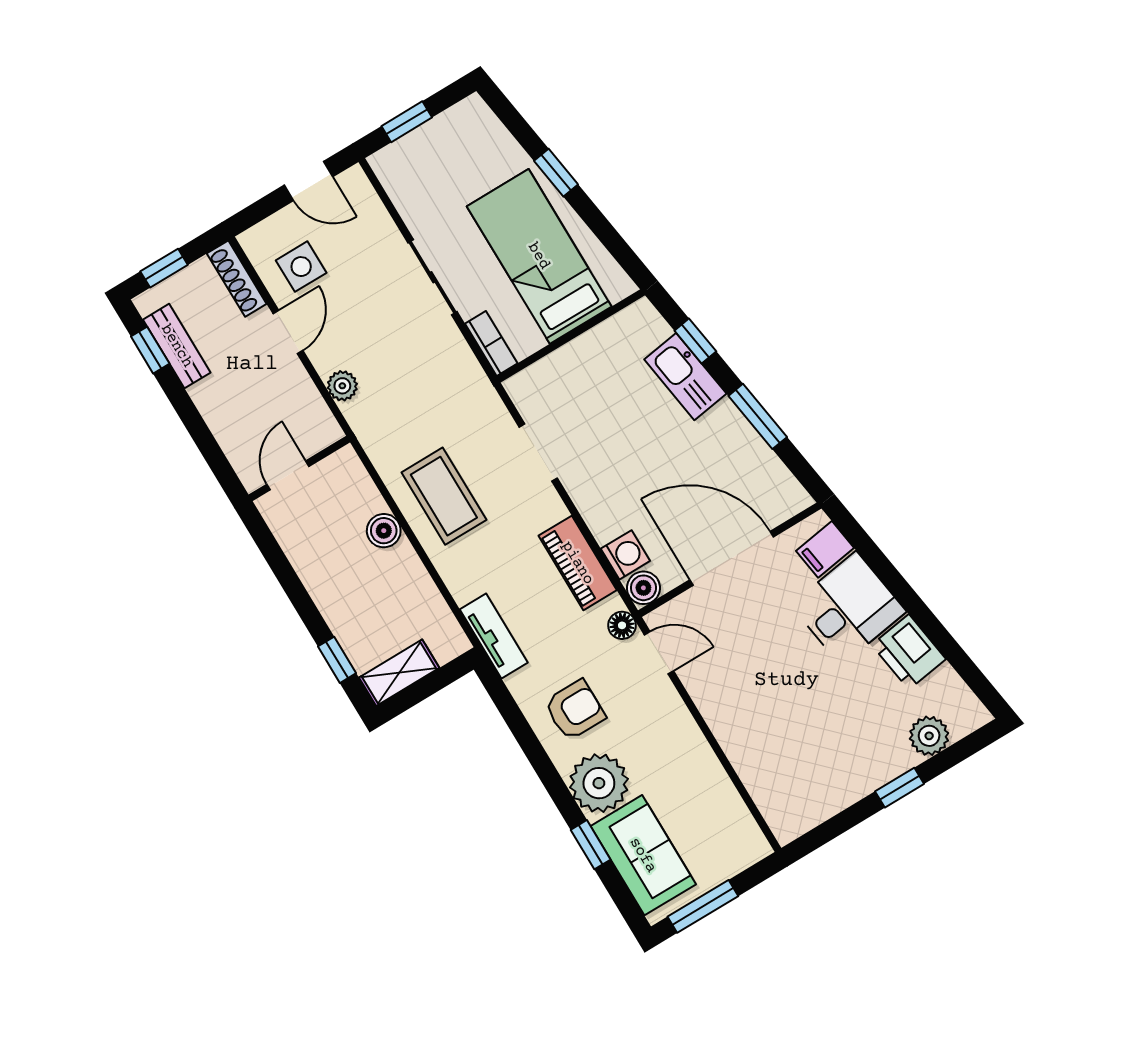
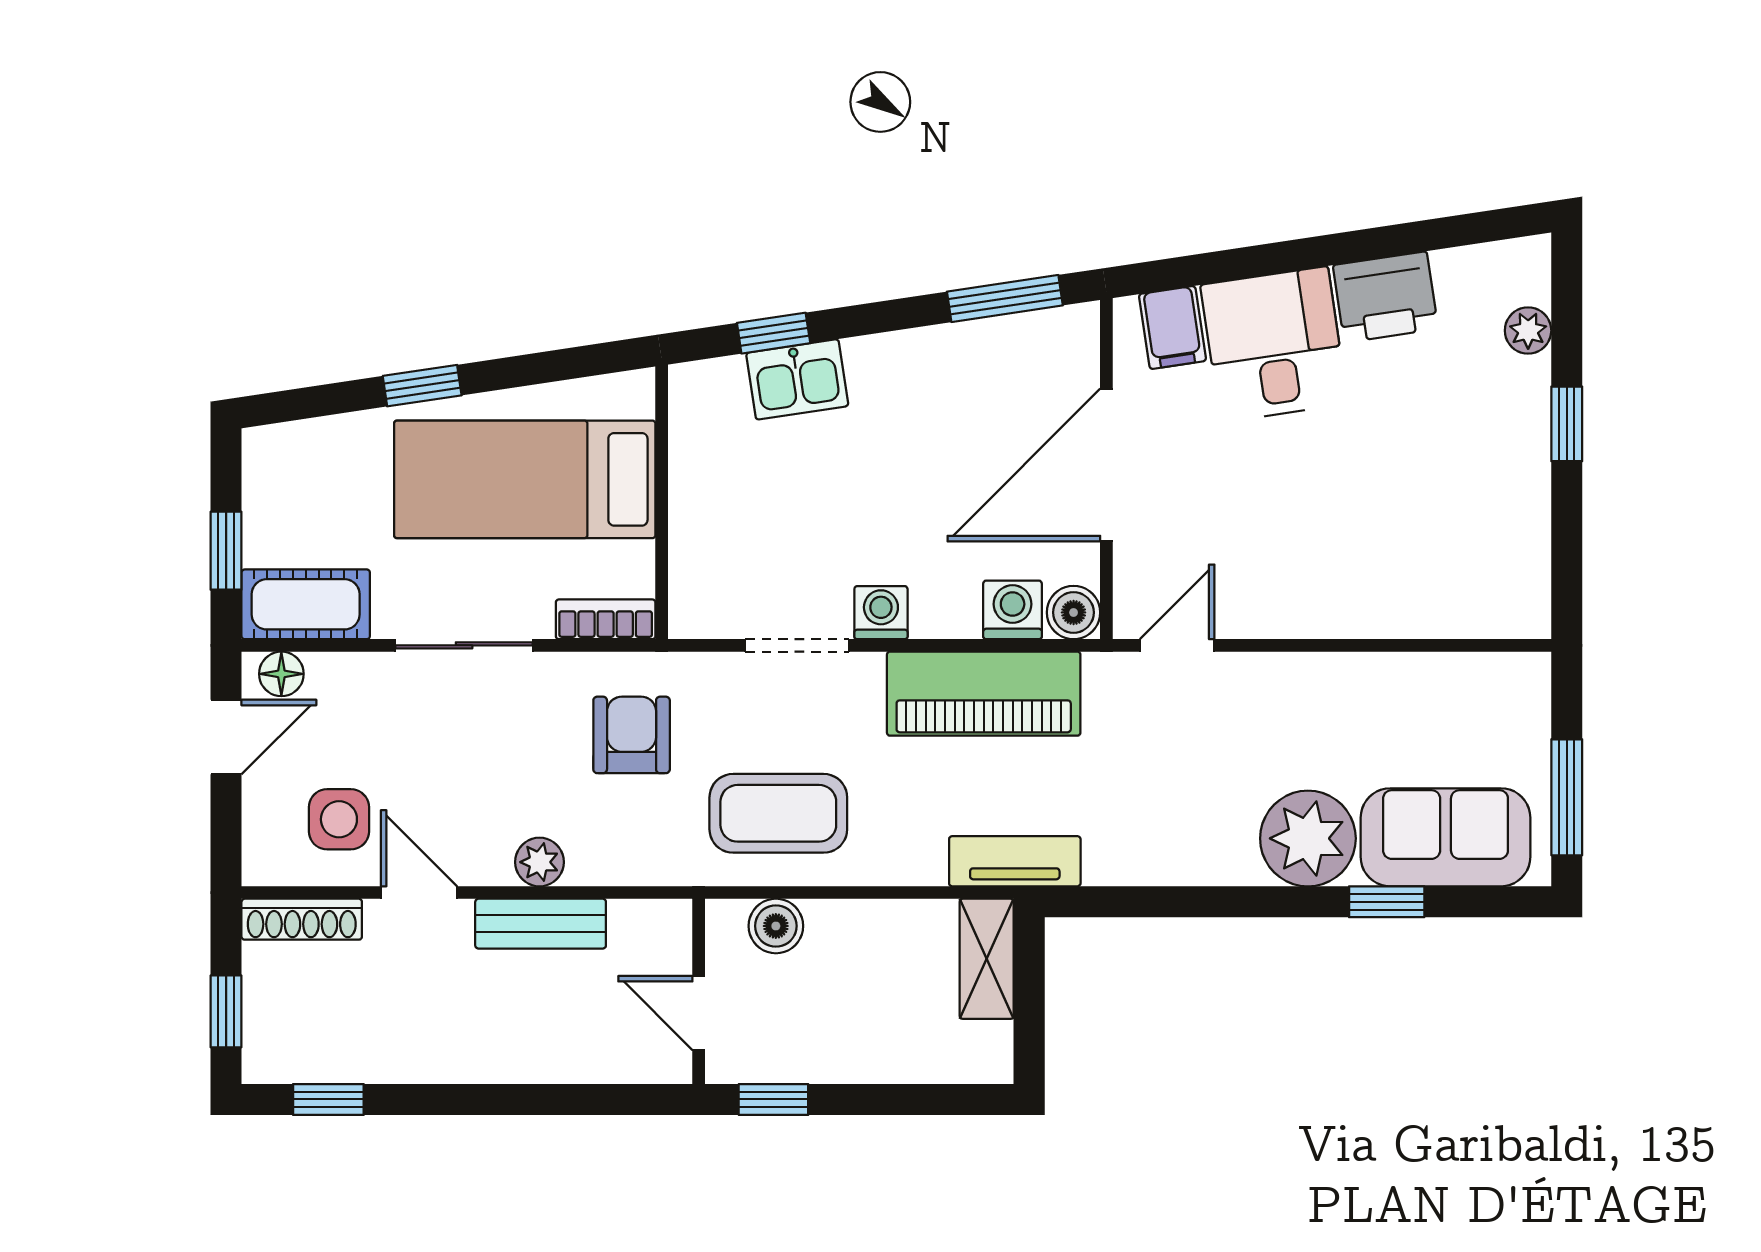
cot: (404, 181) -> (306, 604), added
bench: (177, 346) -> (541, 924), moved
kitchen sink: (685, 377) -> (797, 379), width x0.73
window: (758, 416) -> (1005, 299), moved
wall: (299, 468) -> (699, 991), moved
door: (288, 475) -> (699, 1013), moved
washing machine: (582, 486) -> (881, 613), added
piano: (578, 563) -> (984, 694), width x1.37, depth x1.33
floor lamp: (622, 625) -> (281, 674), moved
window: (337, 660) -> (773, 1099), moved
shelving: (399, 673) -> (987, 959), moved
armchair: (575, 710) -> (632, 735), moved
plant: (929, 736) -> (1528, 331), width x0.73, depth x0.73

